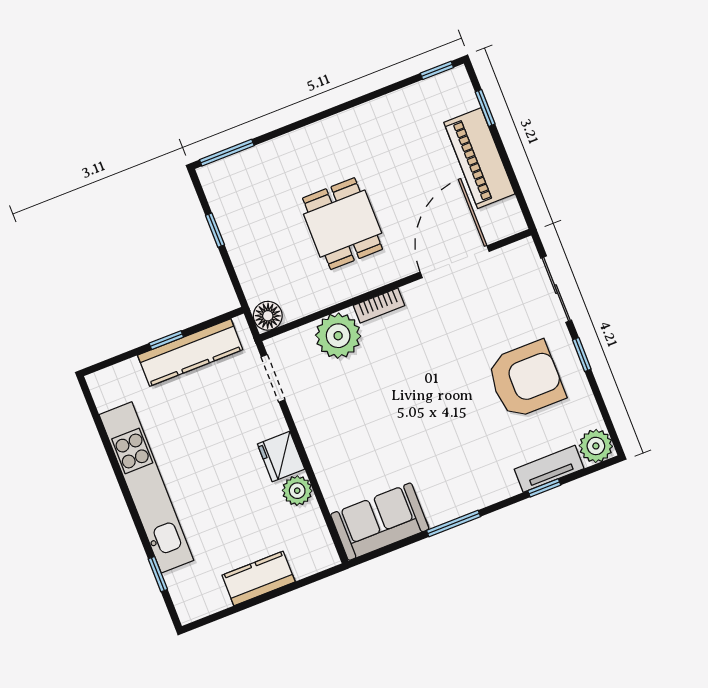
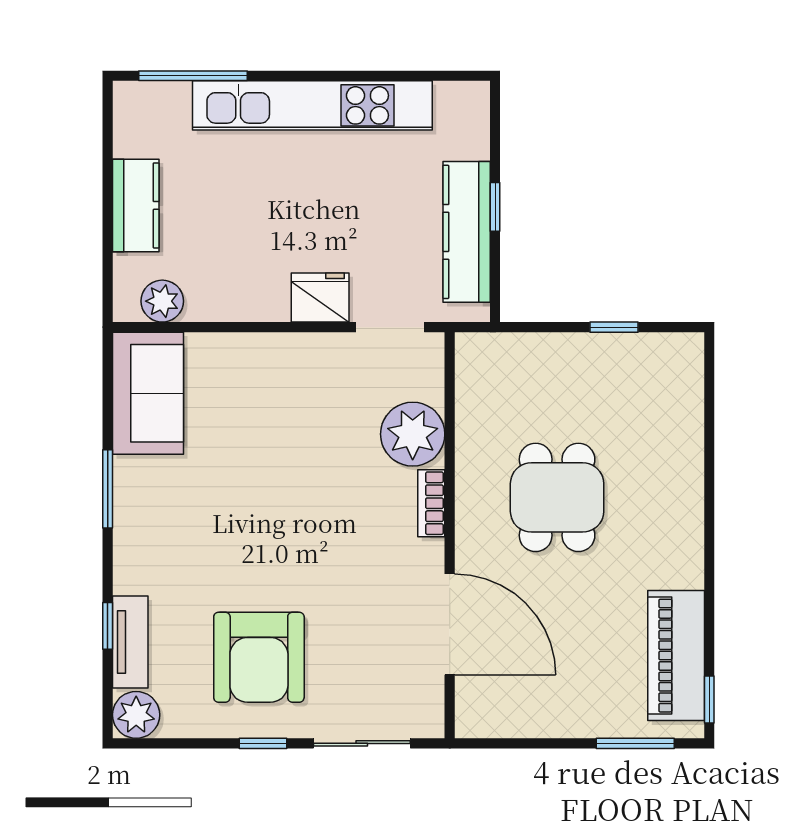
window: (485, 108) -> (635, 743), width x1.50
window: (227, 153) -> (709, 382), removed
piano: (479, 158) -> (676, 656), moved, turned -90
dining table: (343, 224) -> (557, 497), turned 90
floor lamp: (268, 316) -> (475, 352), removed
fridge: (281, 456) -> (320, 297), moved
plant: (297, 491) -> (162, 301), moved
window: (158, 574) -> (193, 76), width x2.17

